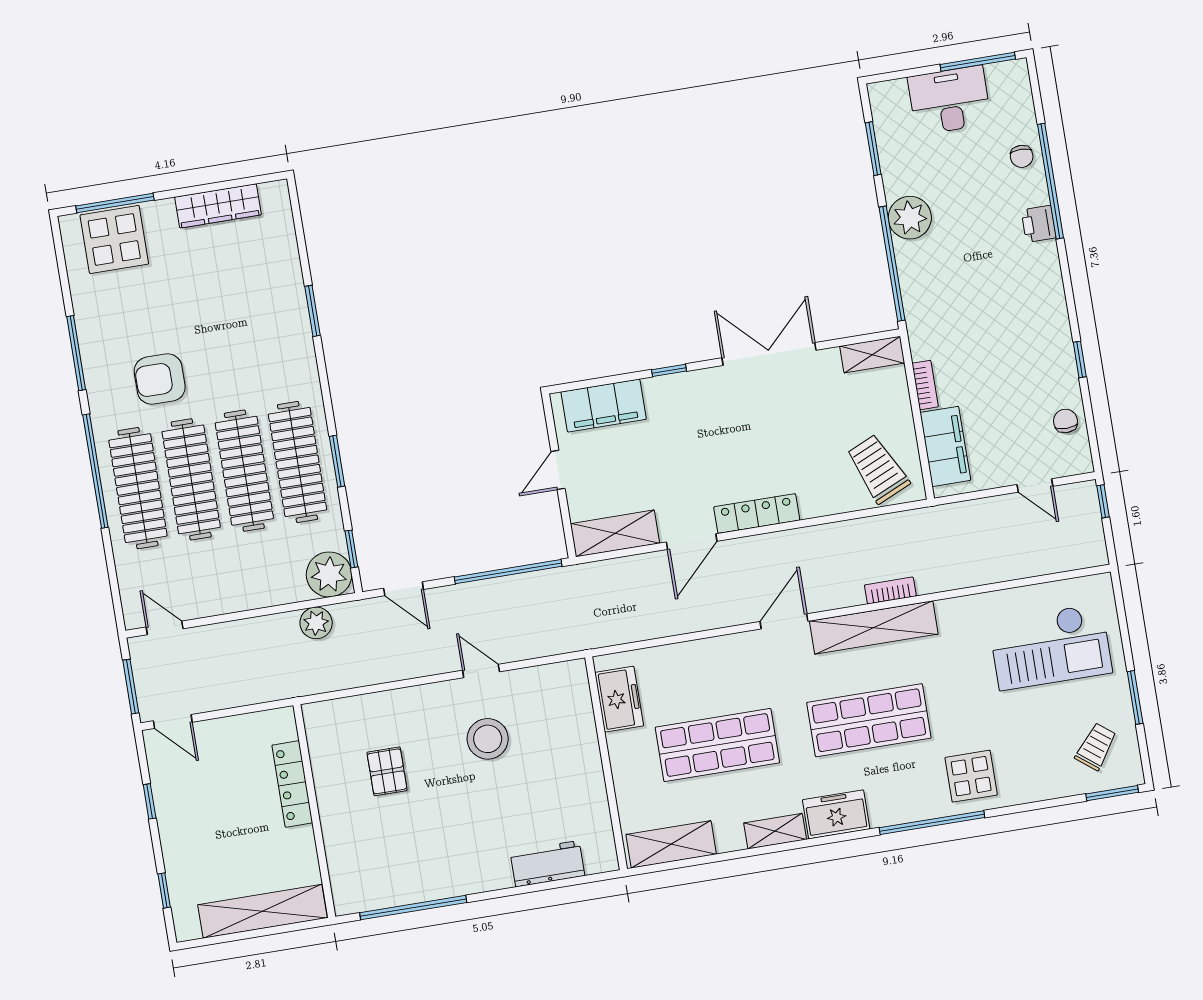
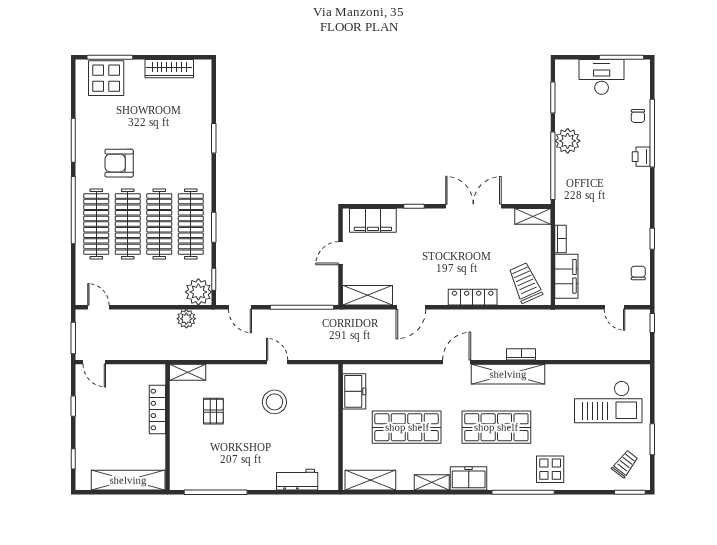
locker: (757, 514) -> (473, 297), moved
shelving: (333, 713) -> (188, 372), added

